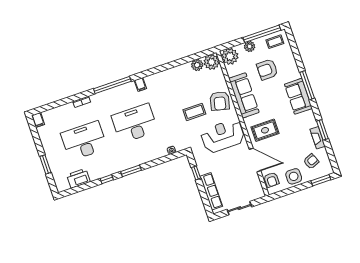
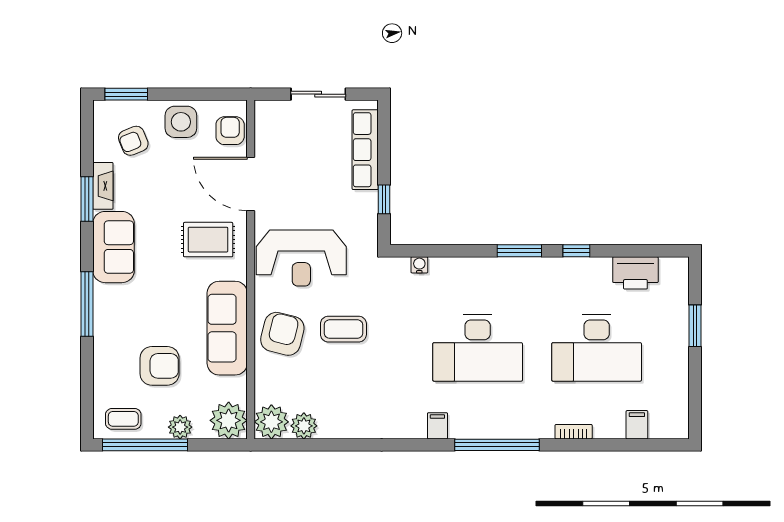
sofa: (298, 96) -> (113, 247), moved
filing cabinet: (38, 120) -> (637, 425), moved

